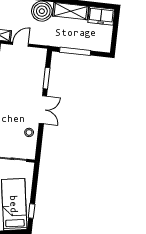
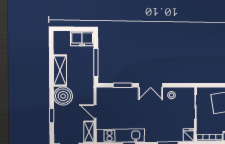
freezer: (101, 16) -> (82, 39), moved, turned 90
double door: (43, 110) -> (151, 85), swing flipped

